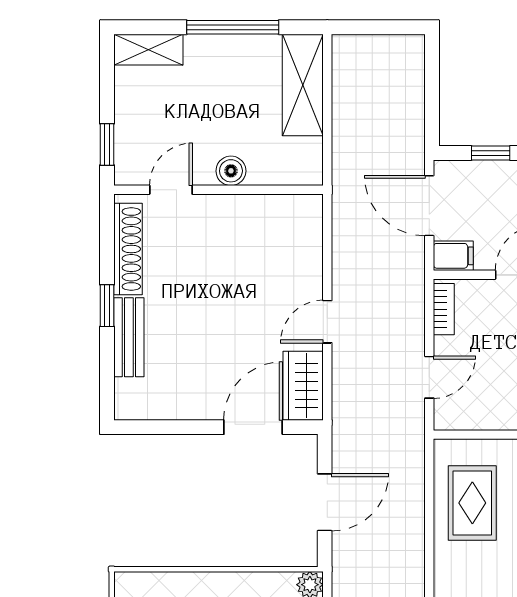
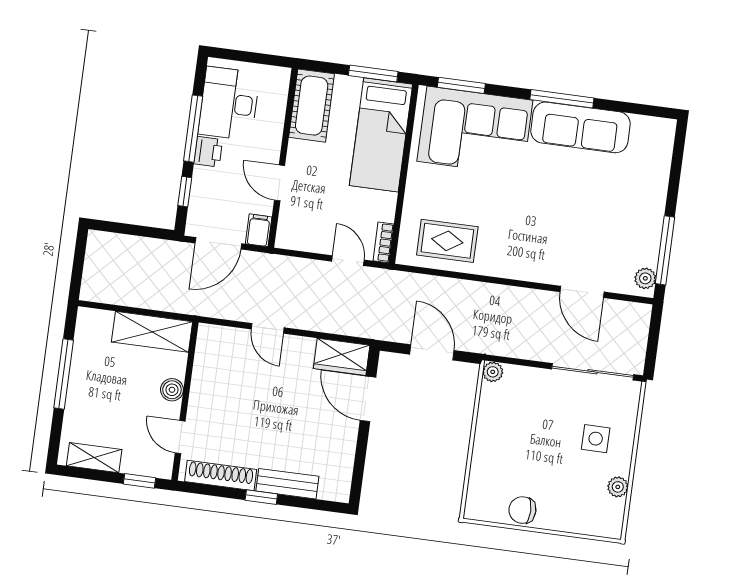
shelving: (148, 50) -> (94, 458), moved, turned 90
shelving: (303, 85) -> (152, 332), moved
bookcase: (444, 309) -> (383, 242), moved, turned -90
door: (327, 322) -> (268, 328), moved

